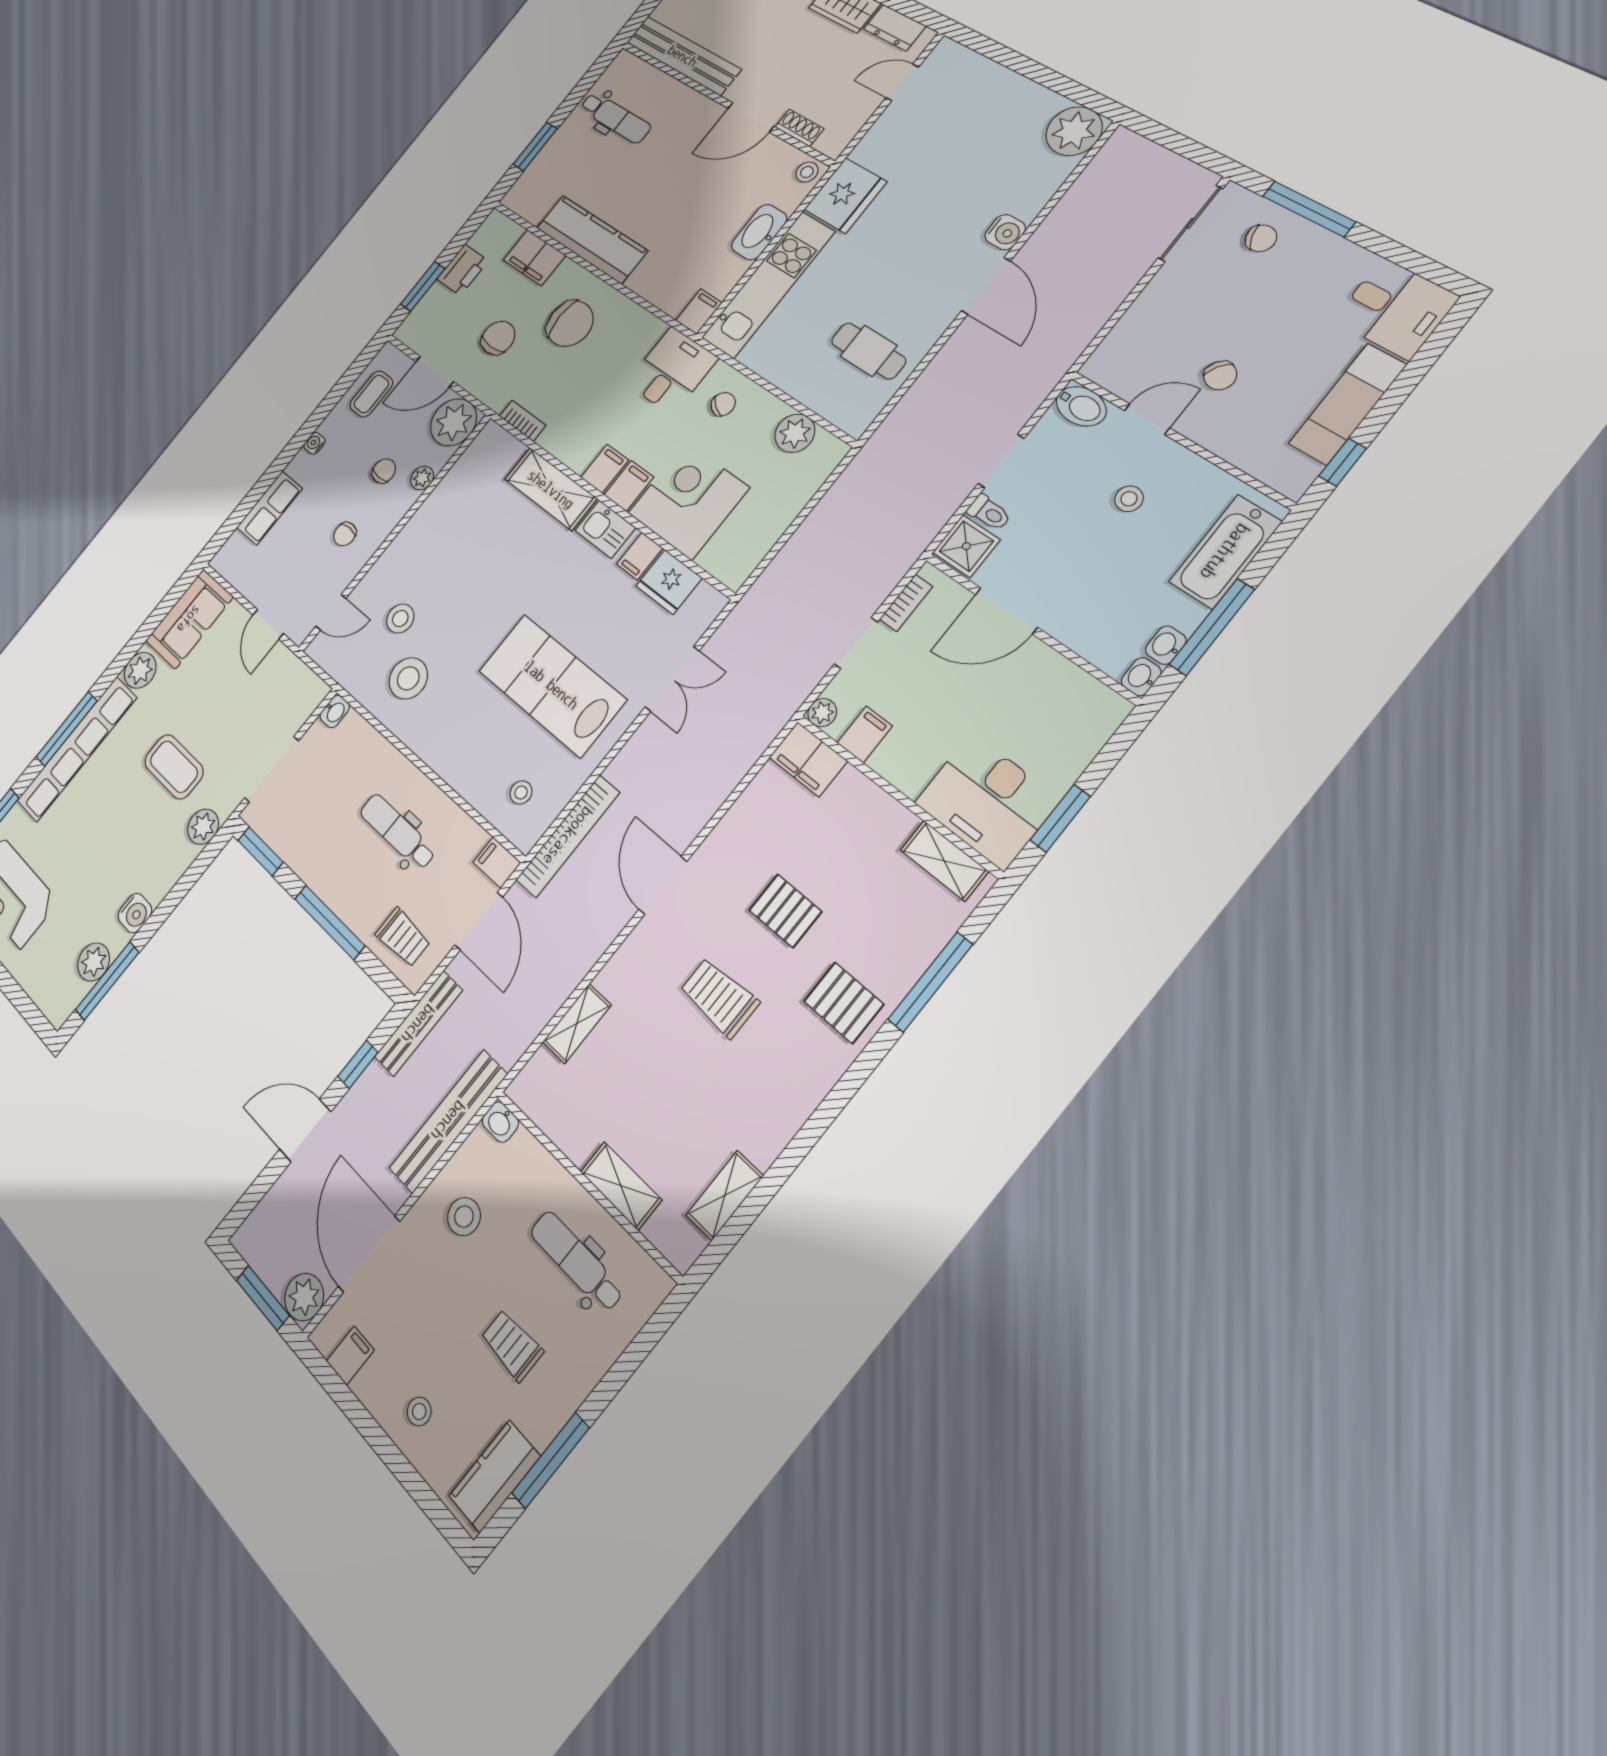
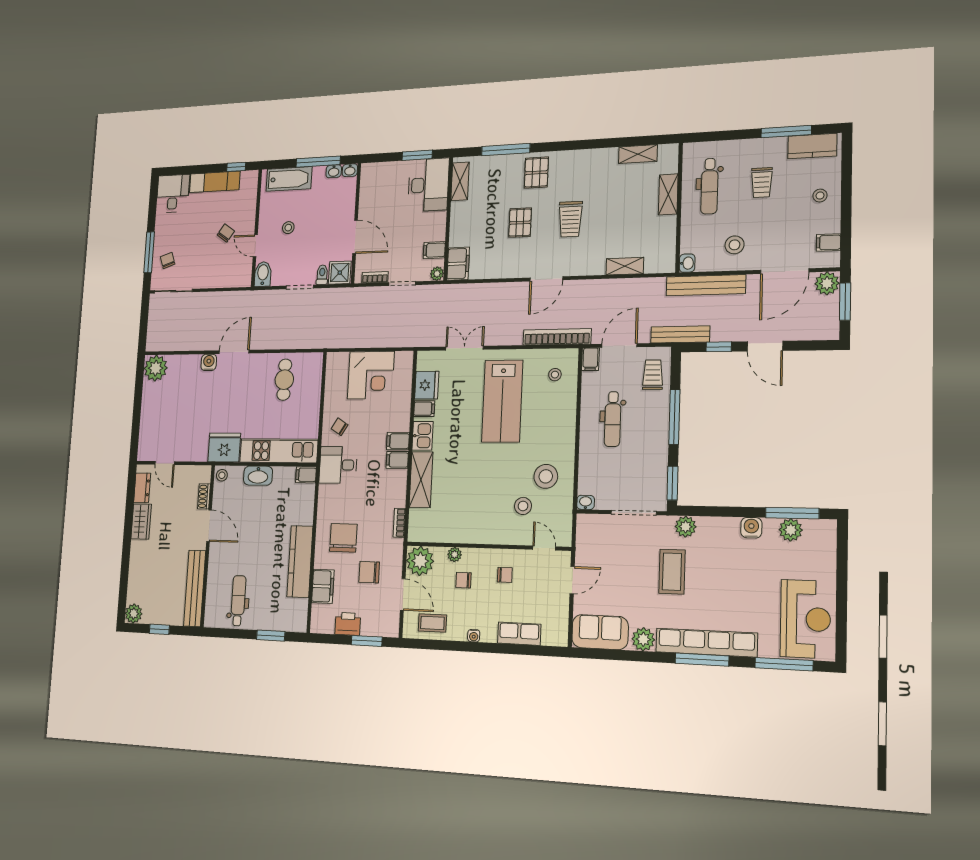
plant: (795, 433) -> (334, 383), removed
corner desk: (689, 500) -> (371, 375), moved, turned -90

